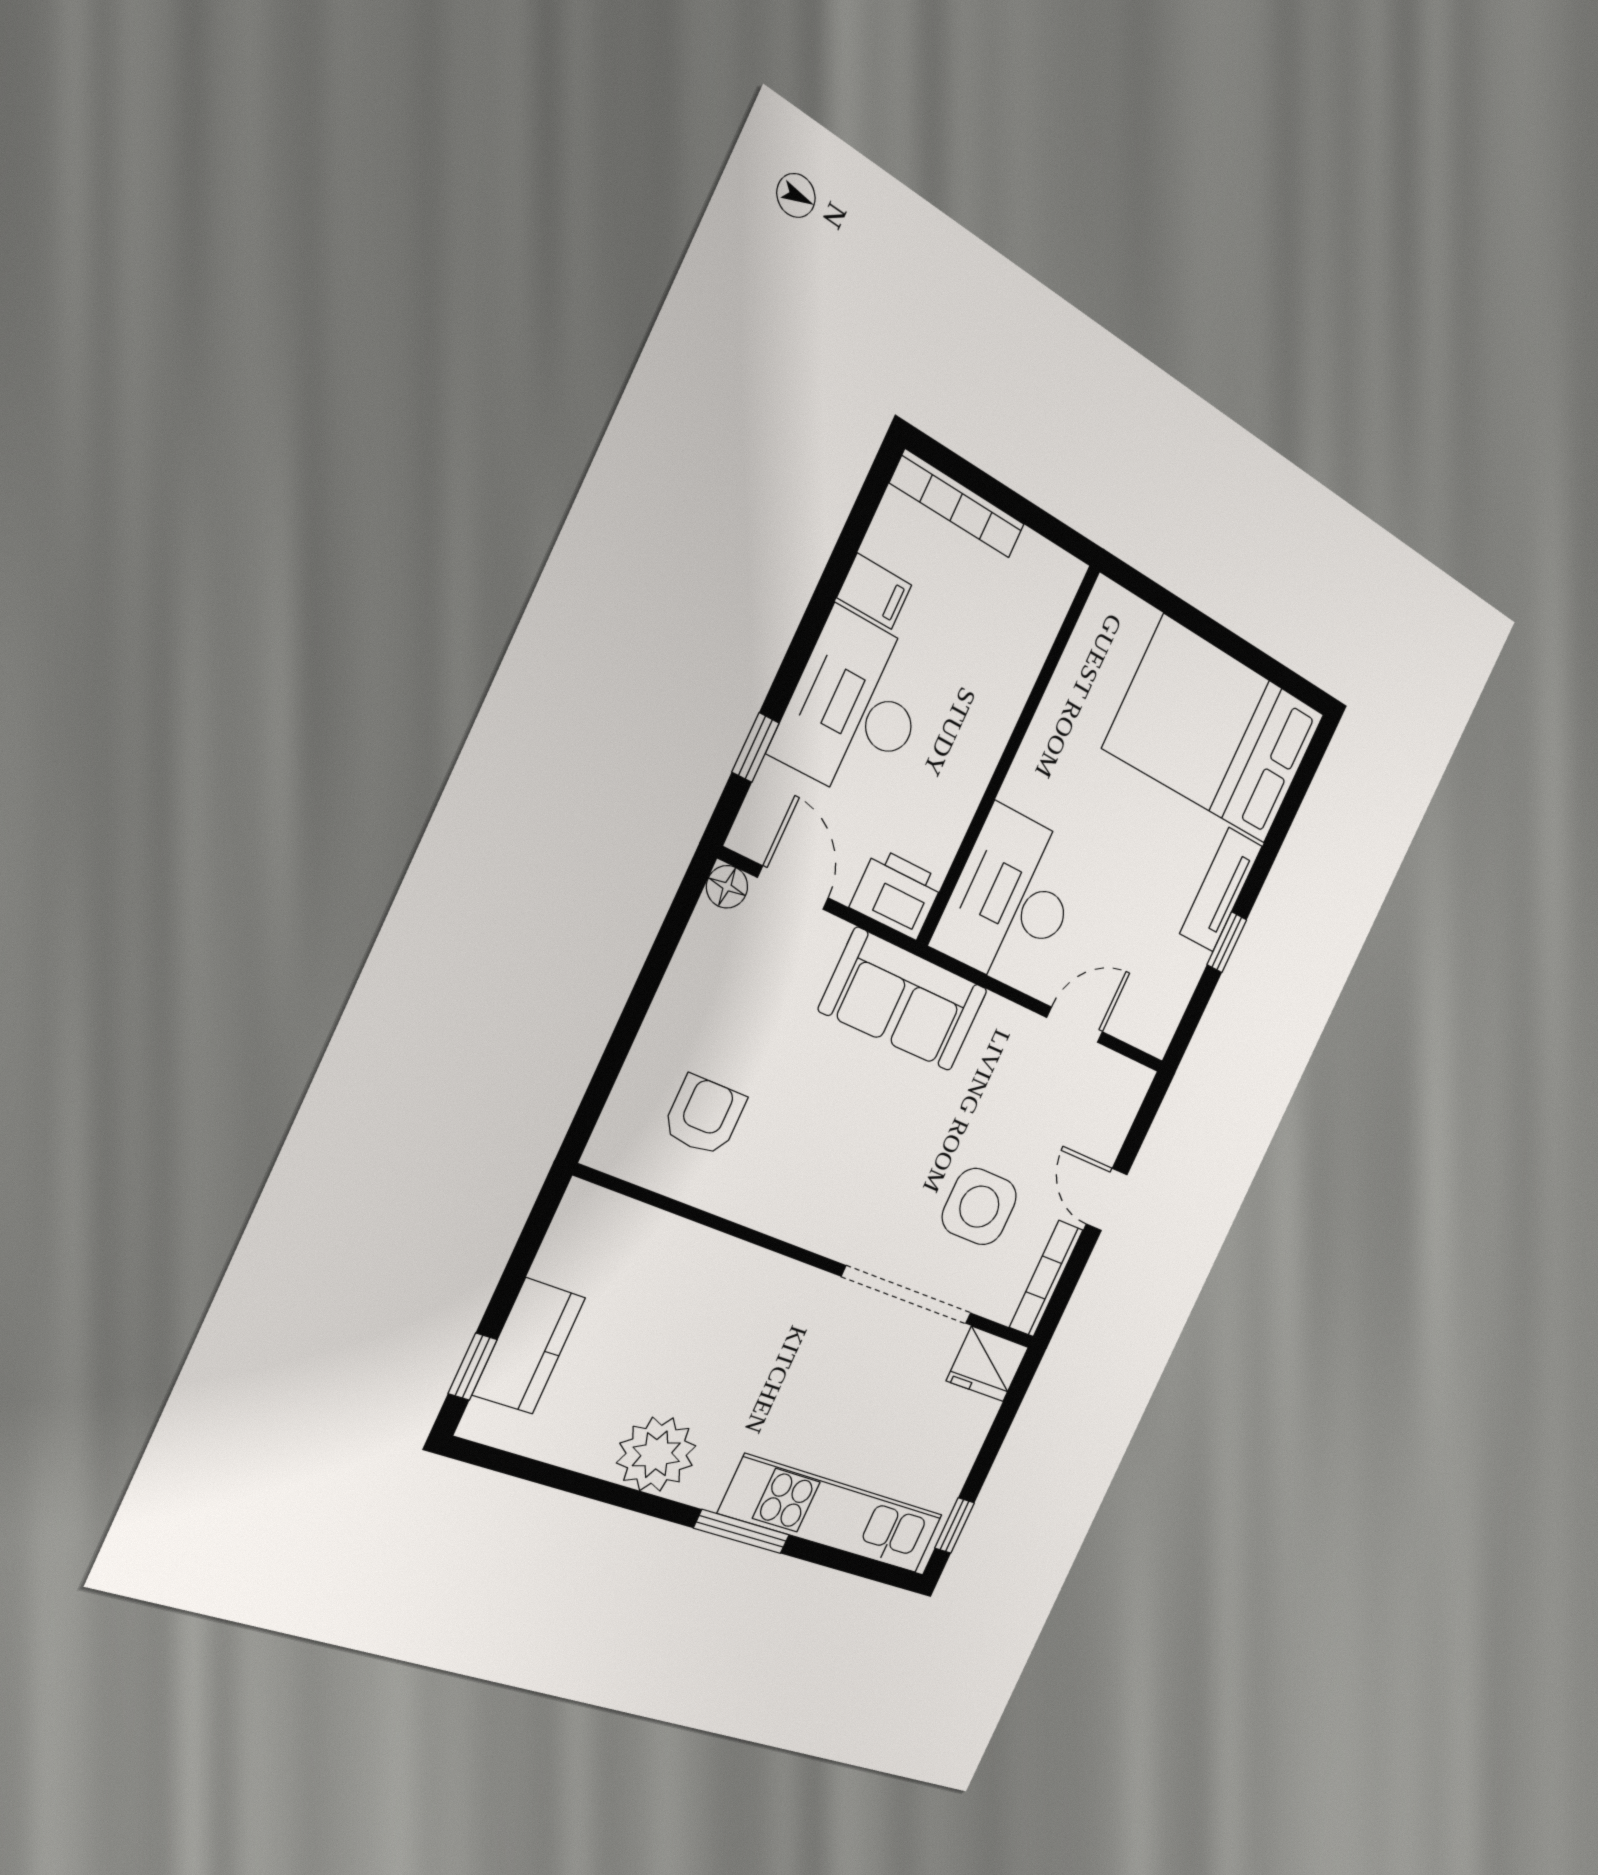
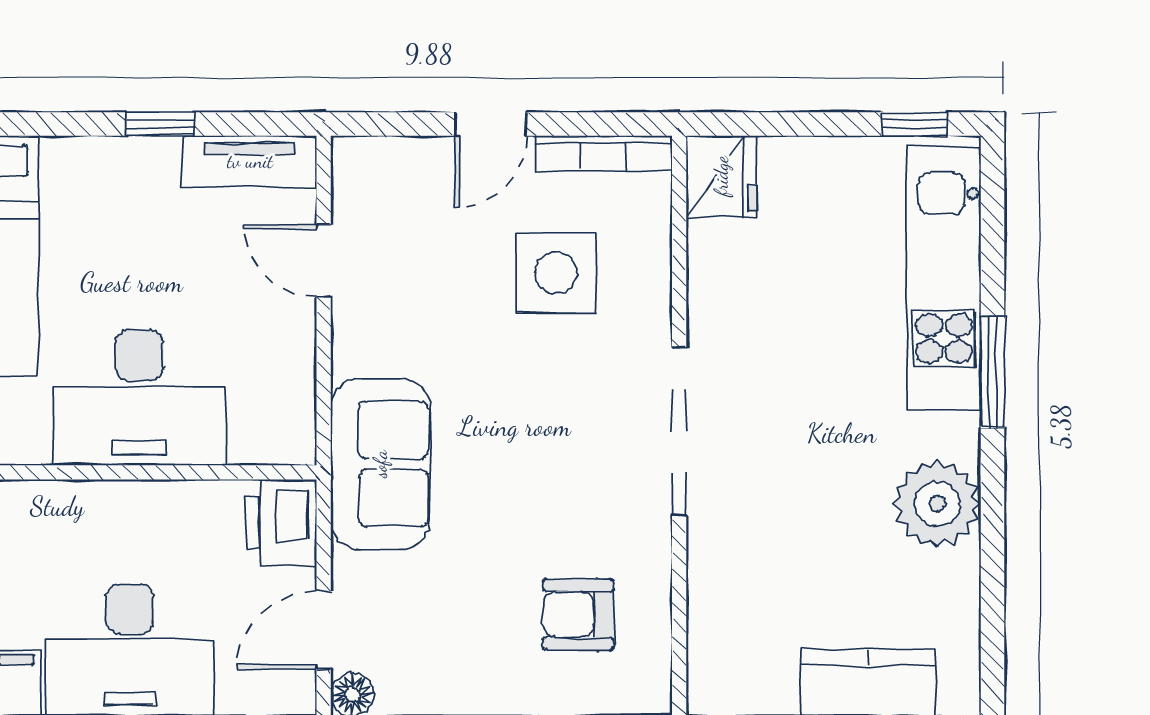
tv unit: (1221, 890) -> (250, 161), moved
desk: (1012, 899) -> (139, 398), moved
doorway: (907, 1295) -> (679, 431), moved

